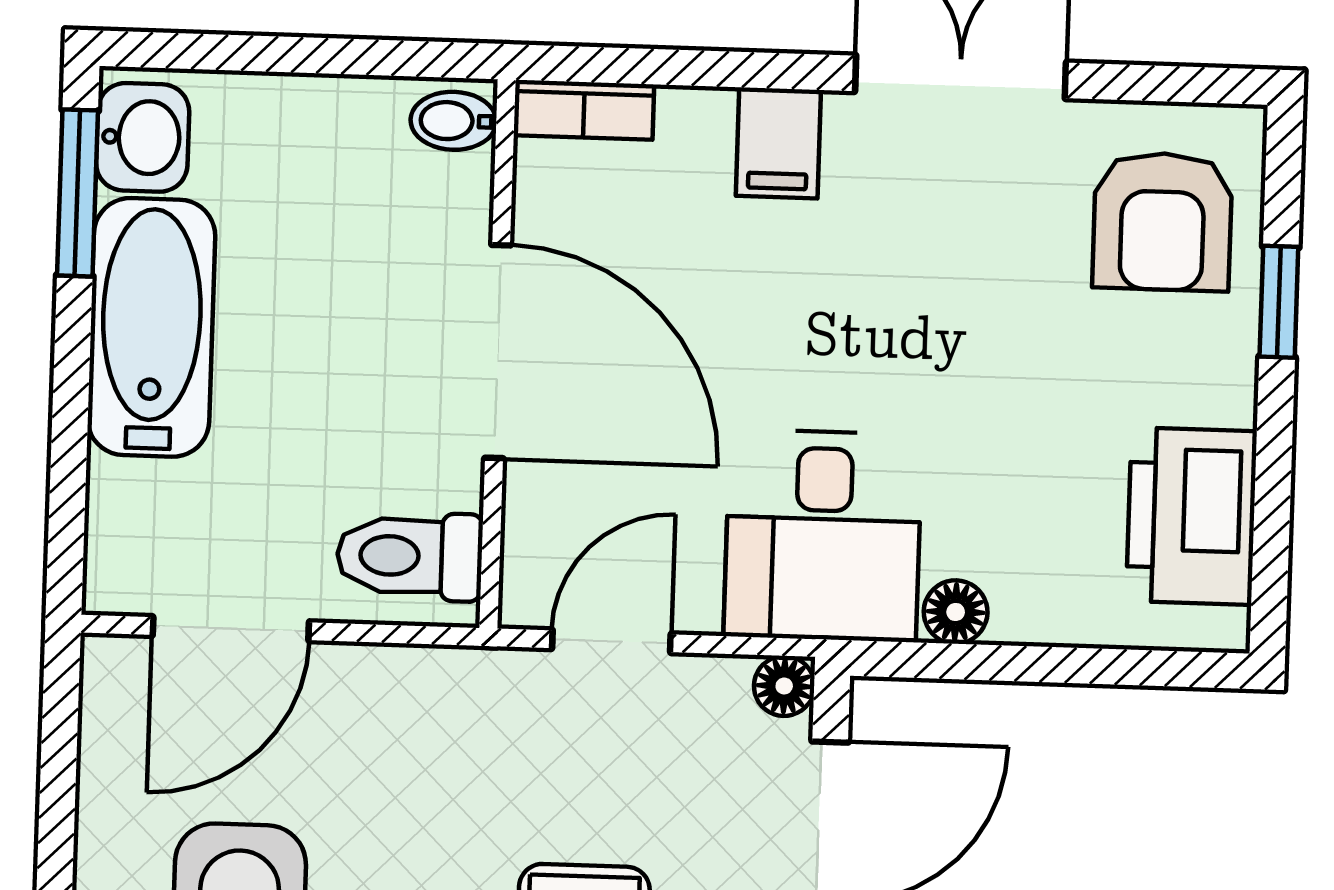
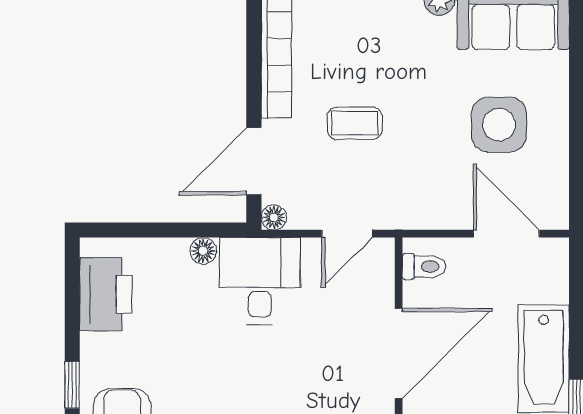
door: (498, 352) -> (399, 353), swing flipped
toilet: (410, 556) -> (424, 267), width x0.73, depth x0.72
door: (231, 629) -> (506, 234), hinge flipped

